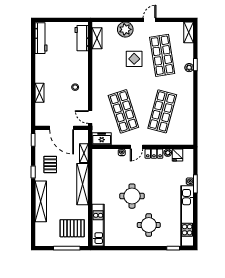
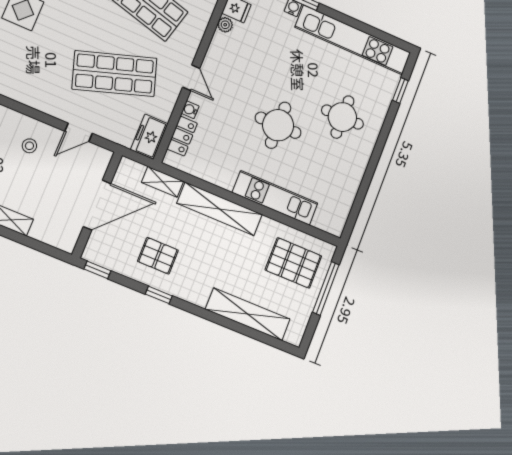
door: (90, 117) -> (78, 132), moved
locker: (154, 154) -> (182, 136), moved
shelving: (41, 201) -> (248, 314), moved
kitchen unit: (98, 225) -> (275, 198), moved
pallet: (72, 228) -> (293, 263), turned 90

